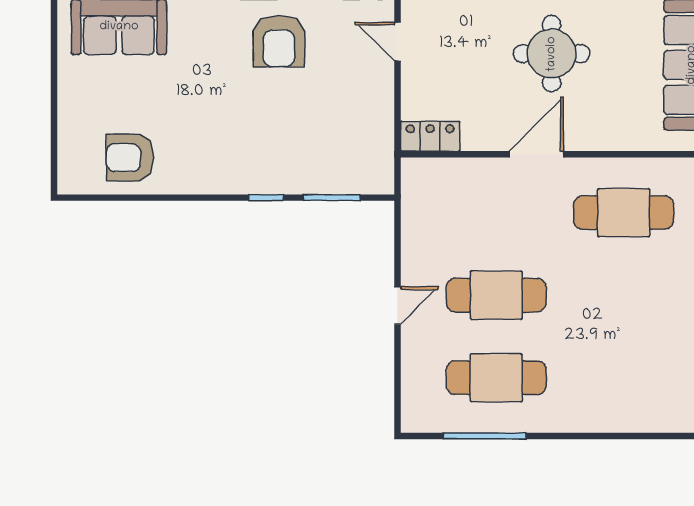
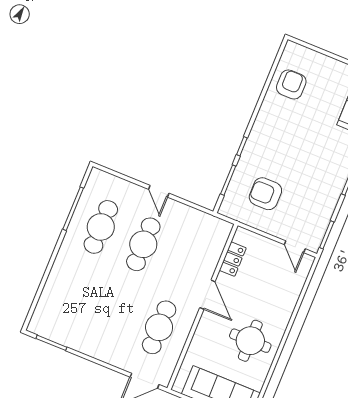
armchair: (279, 41) -> (265, 194), moved
door: (397, 42) -> (295, 247), swing flipped
round table: (552, 54) -> (250, 341), moved
locker: (430, 136) -> (233, 259), moved

